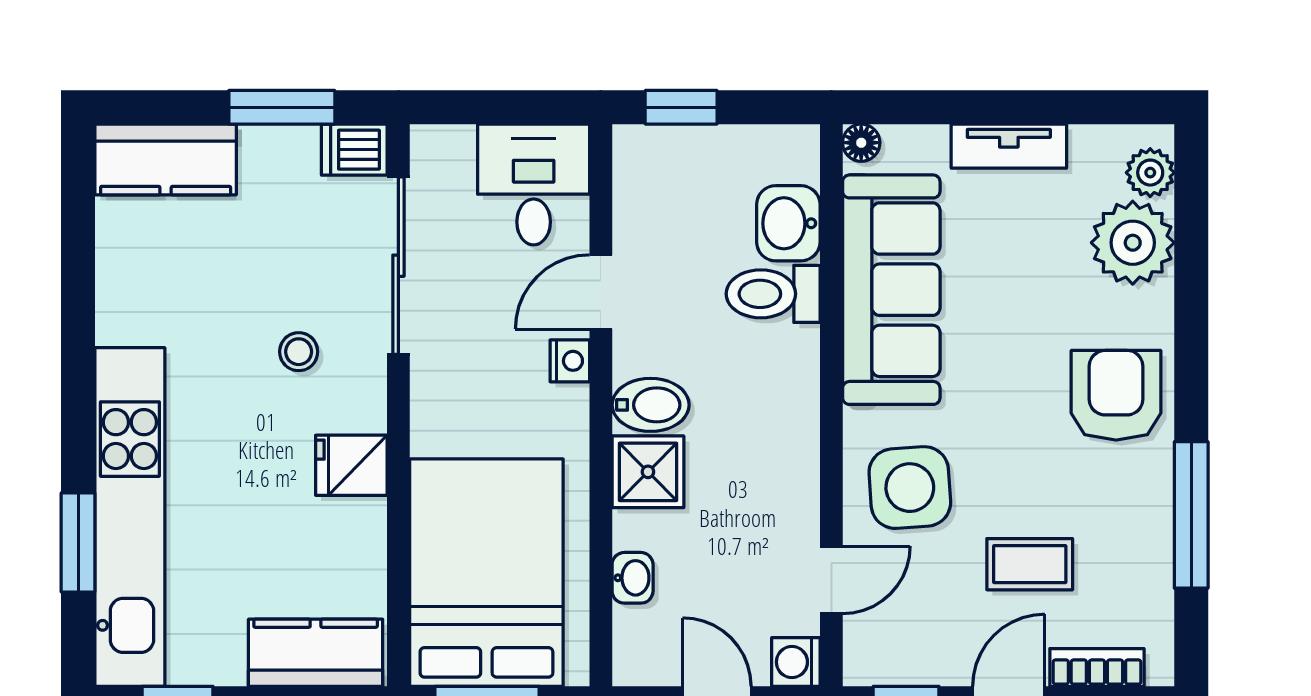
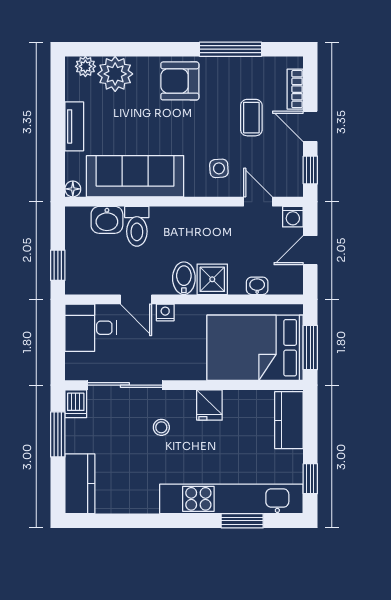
side table: (910, 488) -> (219, 168), width x0.54, depth x0.54

